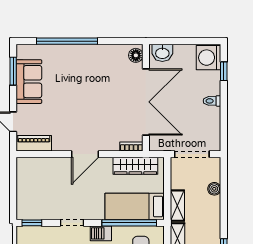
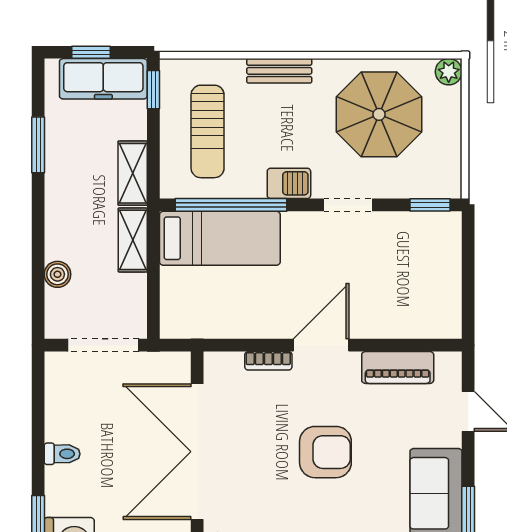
armchair: (83, 102) -> (325, 452), added
piano: (34, 143) -> (398, 367), moved
bookcase: (131, 146) -> (268, 361), moved
wardrobe: (135, 166) -> (219, 321), removed

